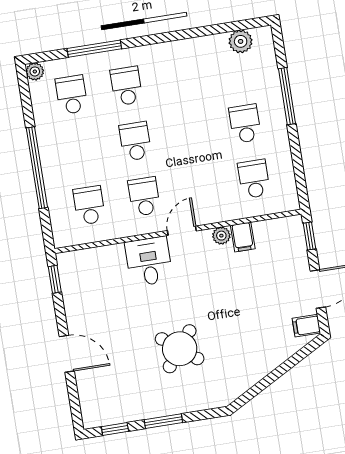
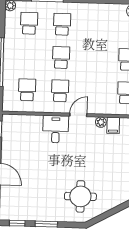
round table: (180, 349) -> (80, 196), moved, turned -38

